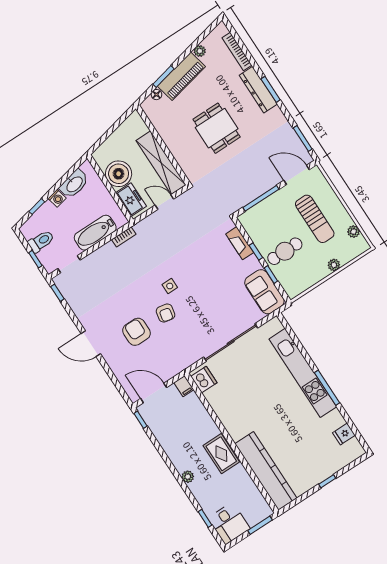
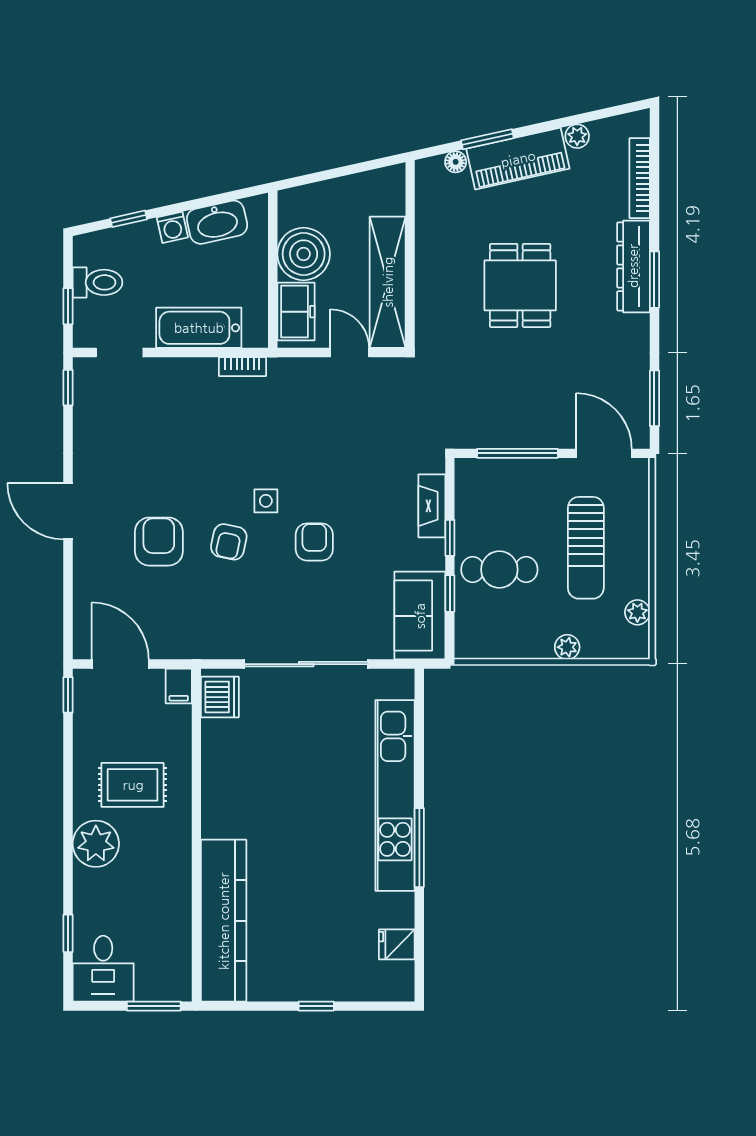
armchair: (201, 290) -> (314, 542), added
rug: (221, 454) -> (133, 785), moved, turned 90
plant: (188, 477) -> (96, 844), width x1.88, depth x1.88

